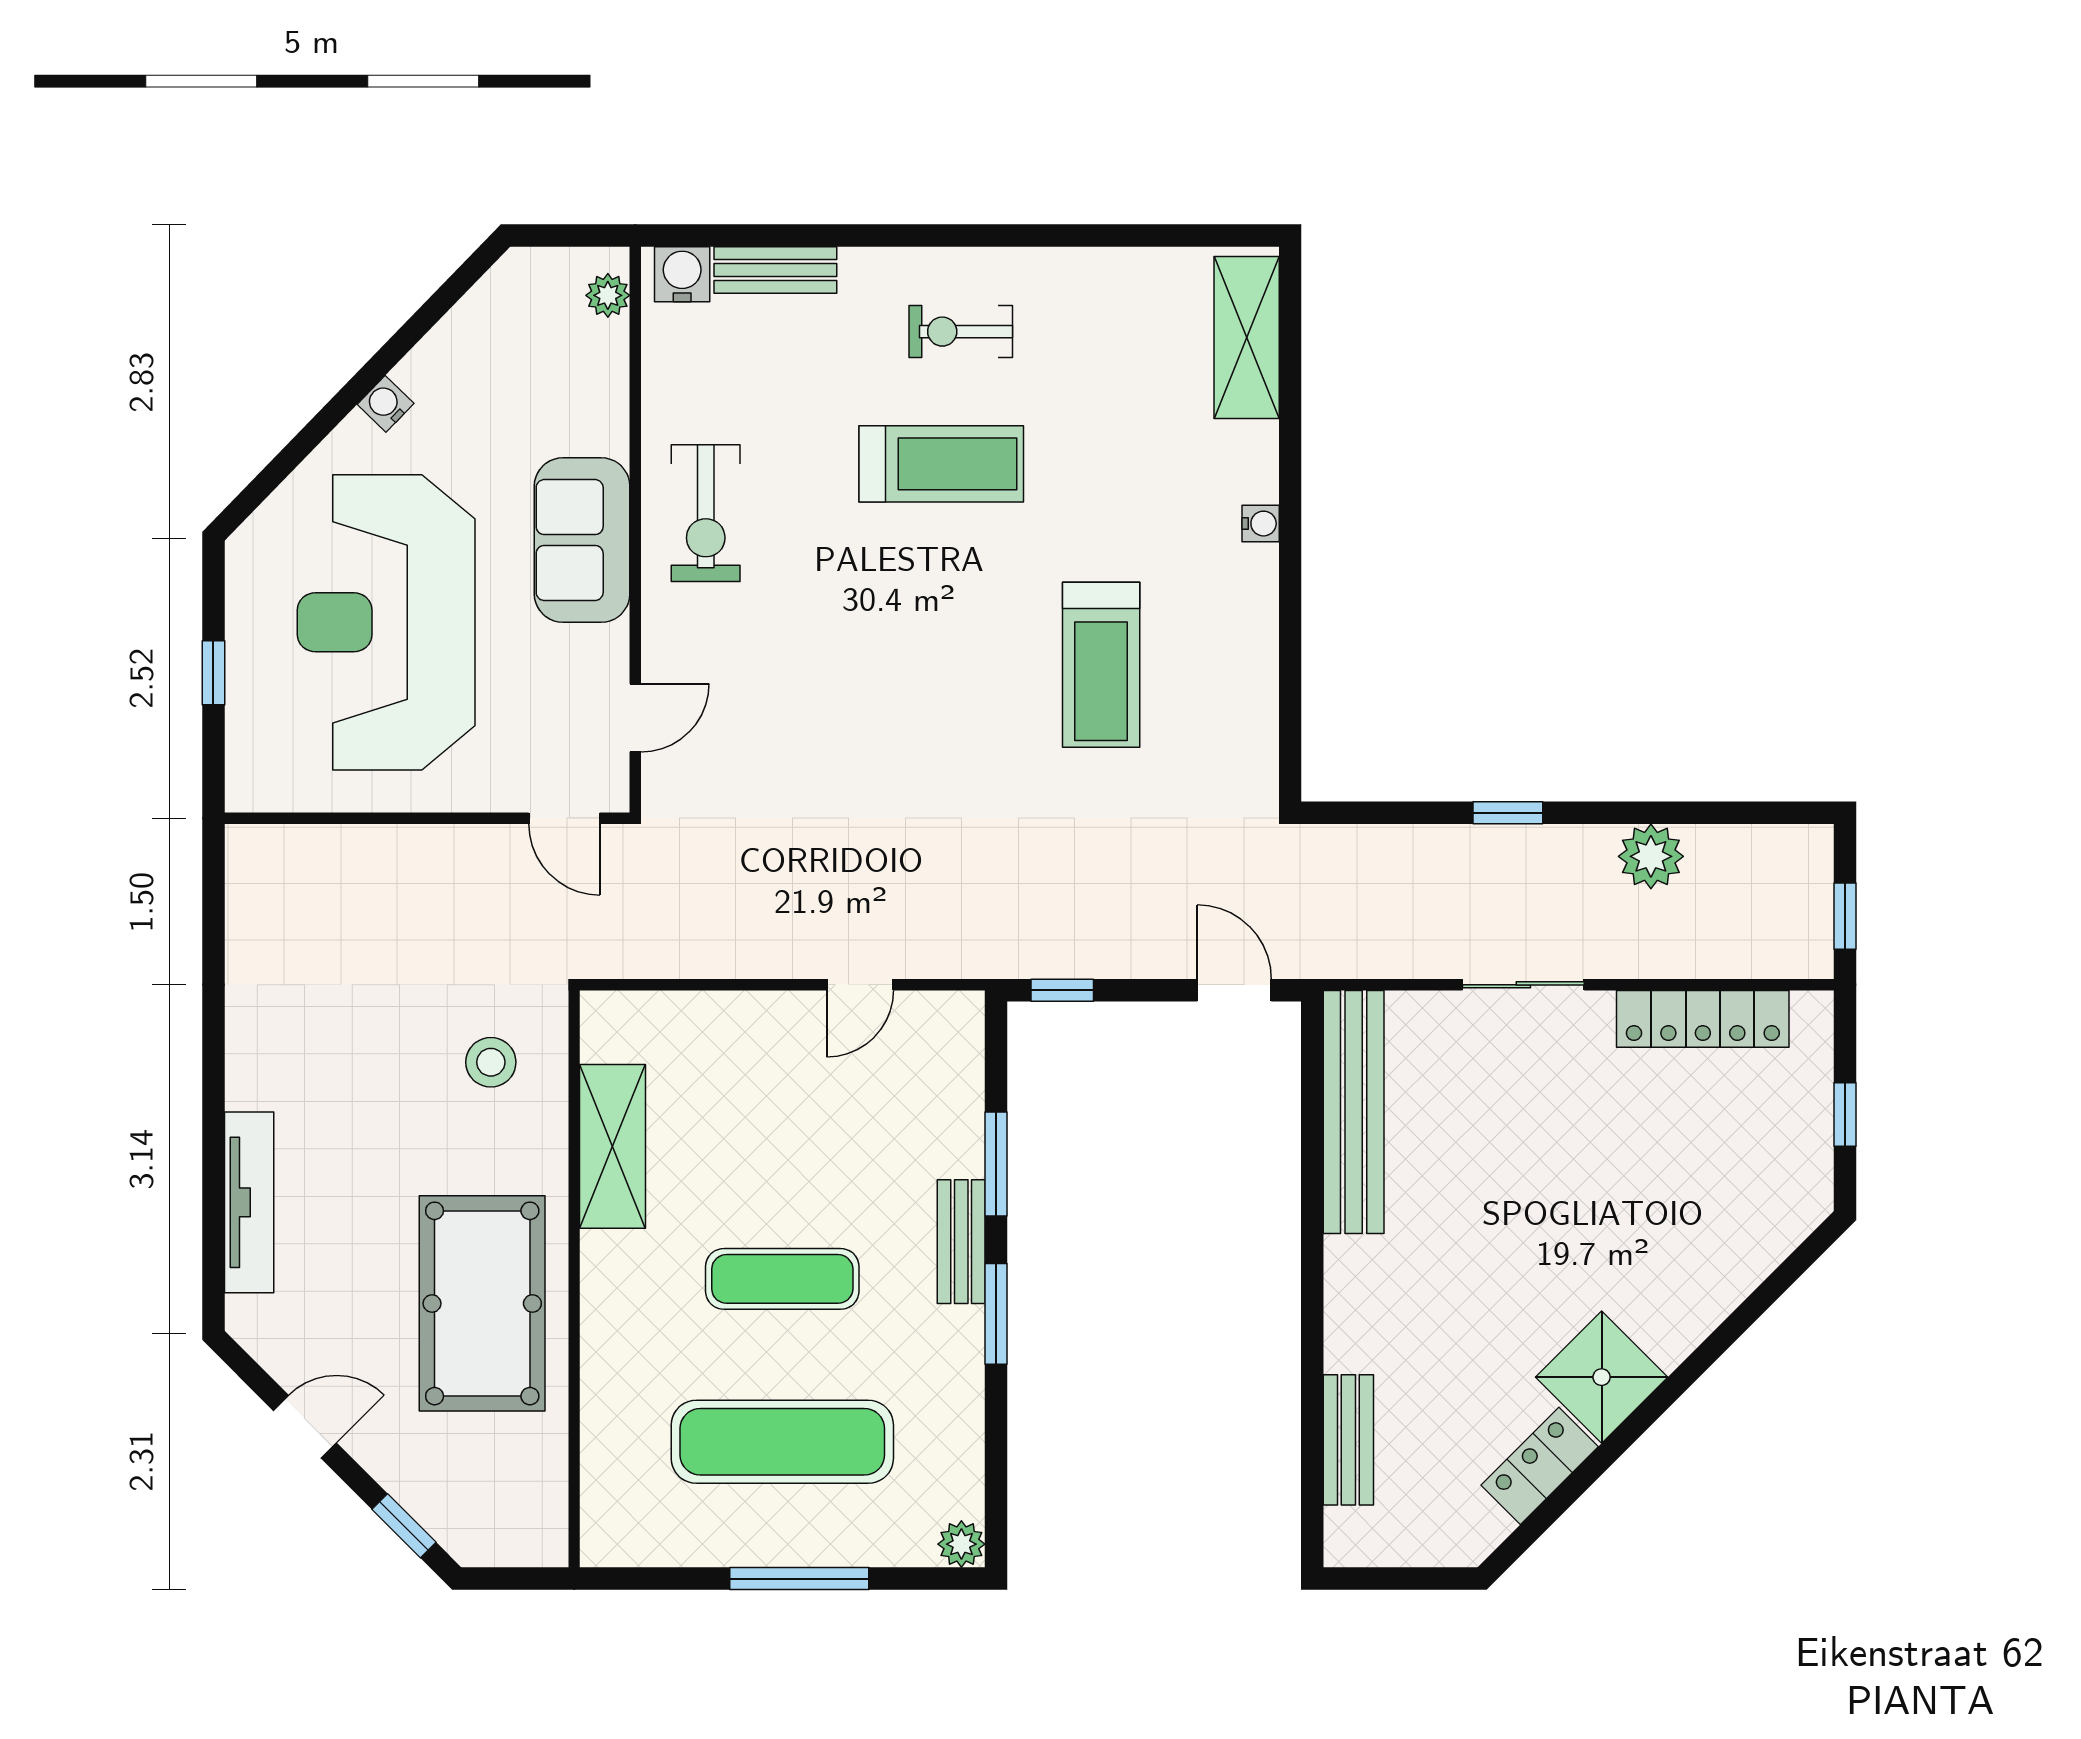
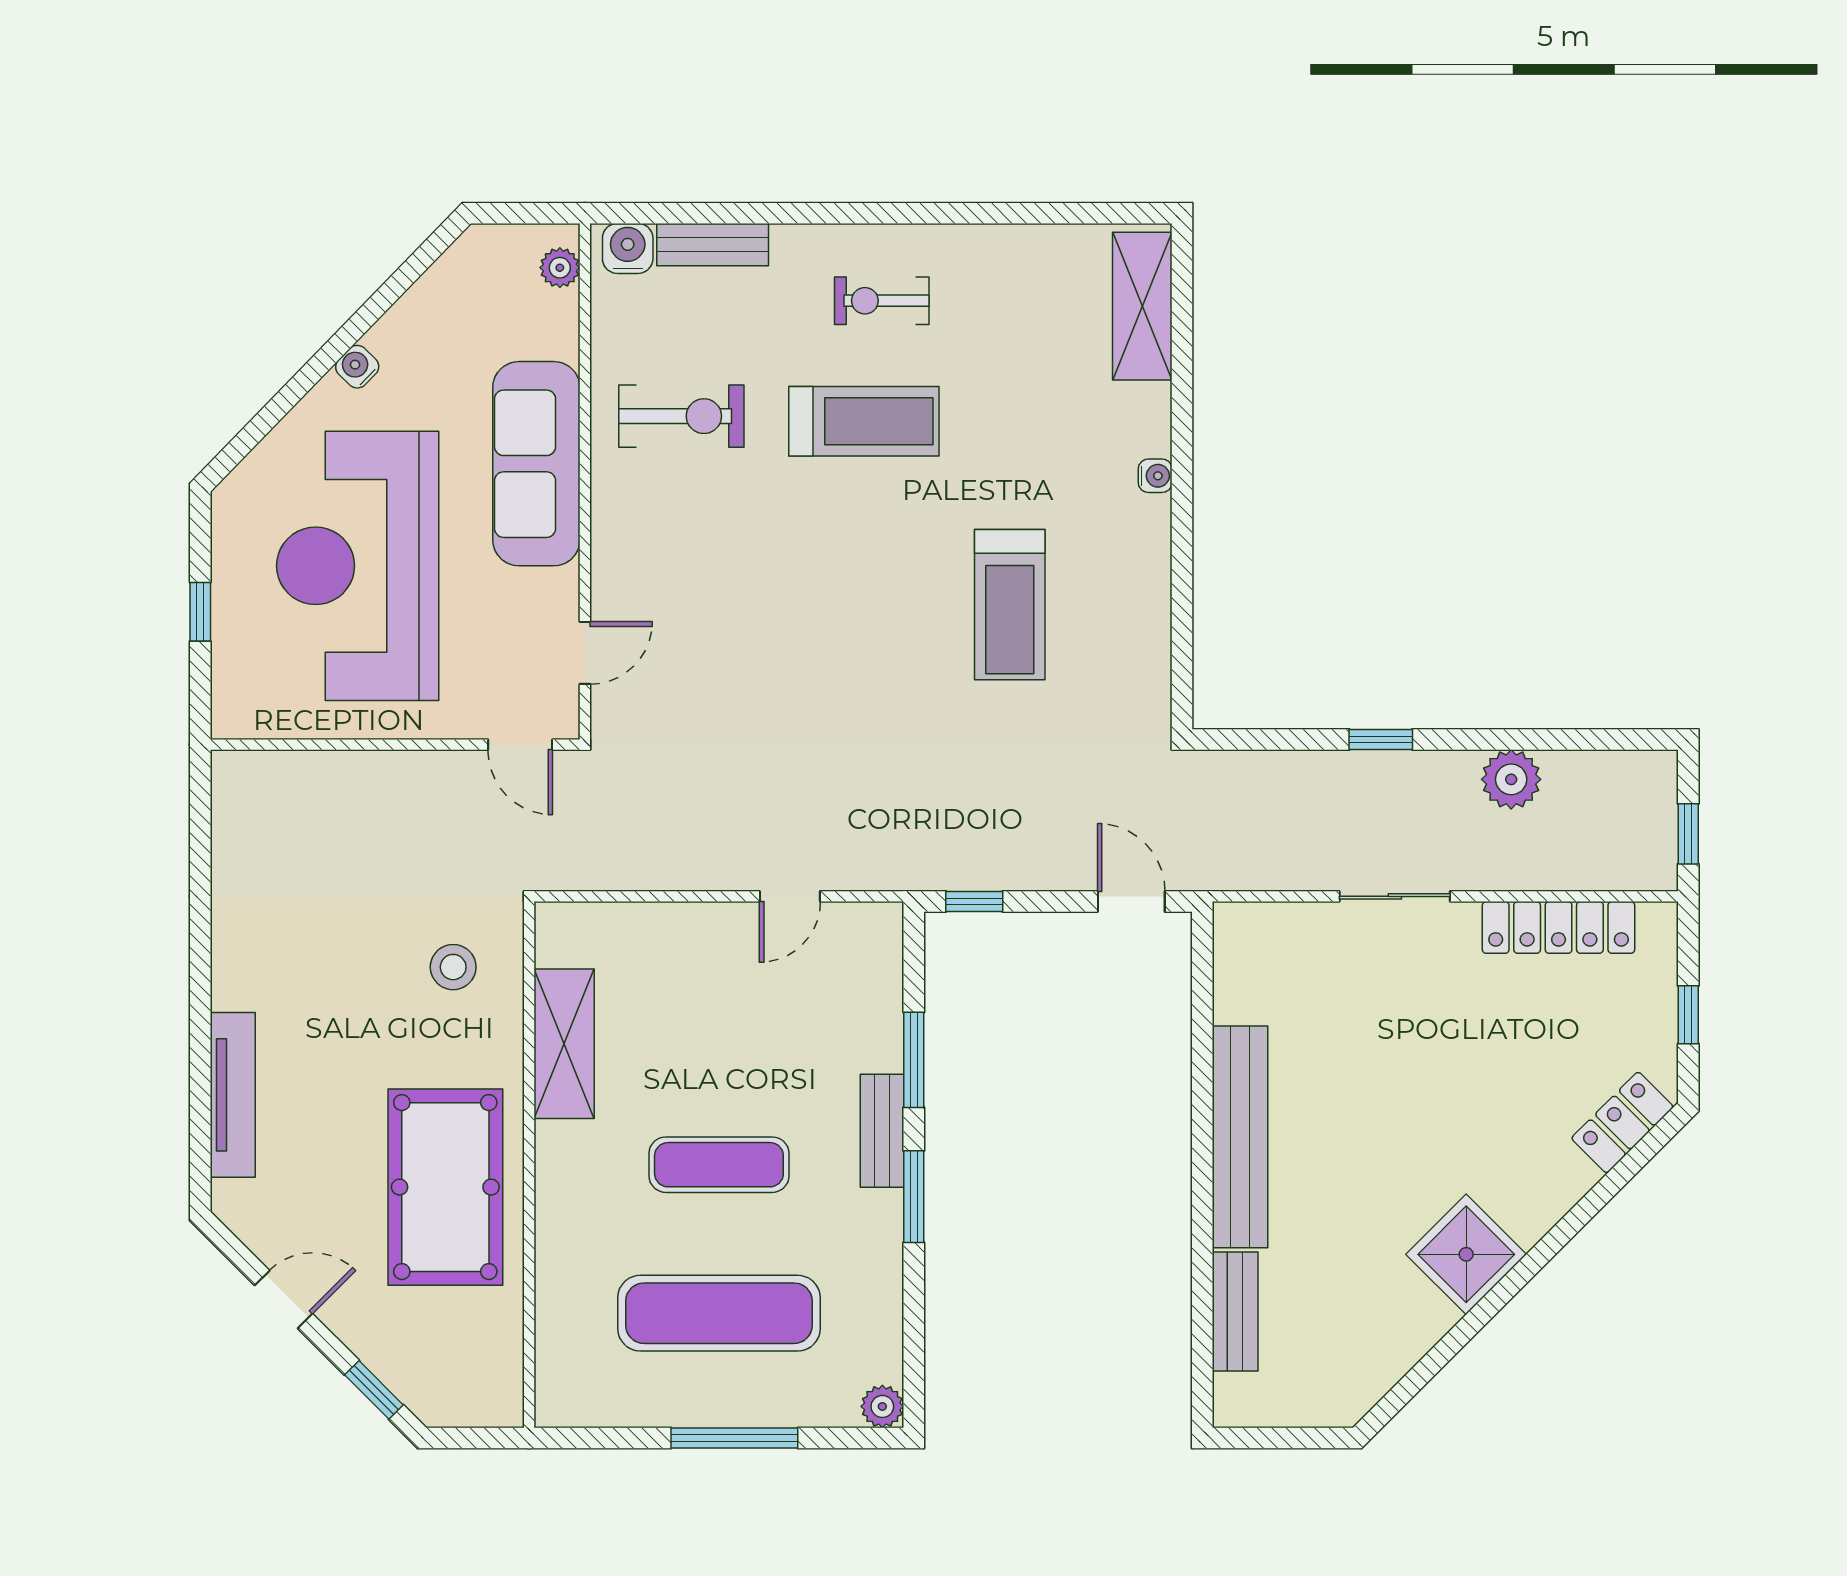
exercise bike: (706, 513) -> (681, 416), moved, turned -90
sofa: (582, 540) -> (536, 464), width x1.36
bench: (1354, 1112) -> (1240, 1137), moved
locker: (1540, 1466) -> (1622, 1122), moved

